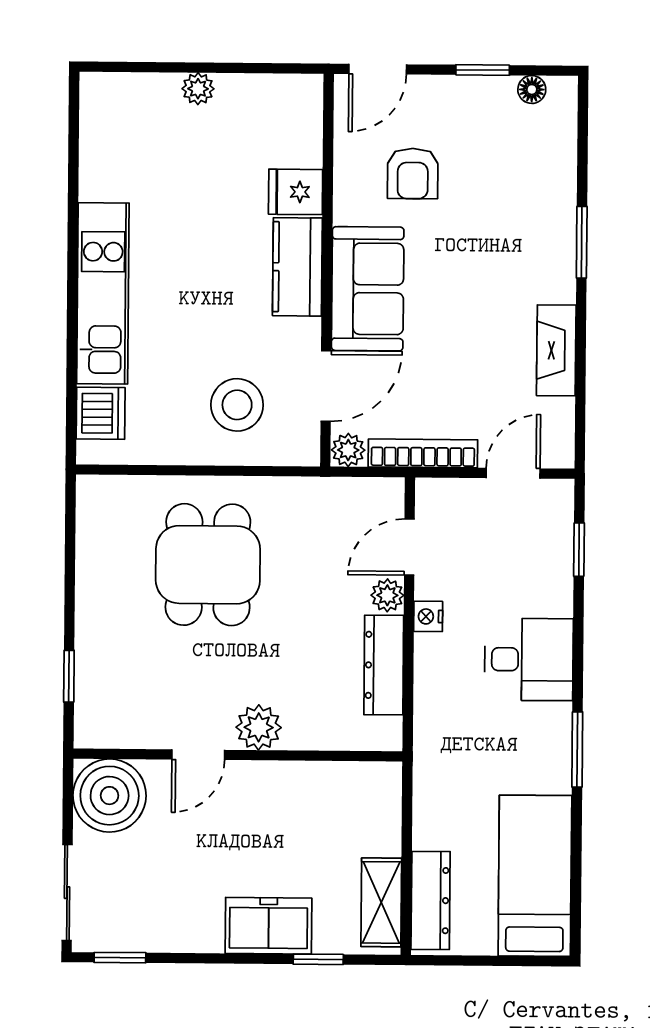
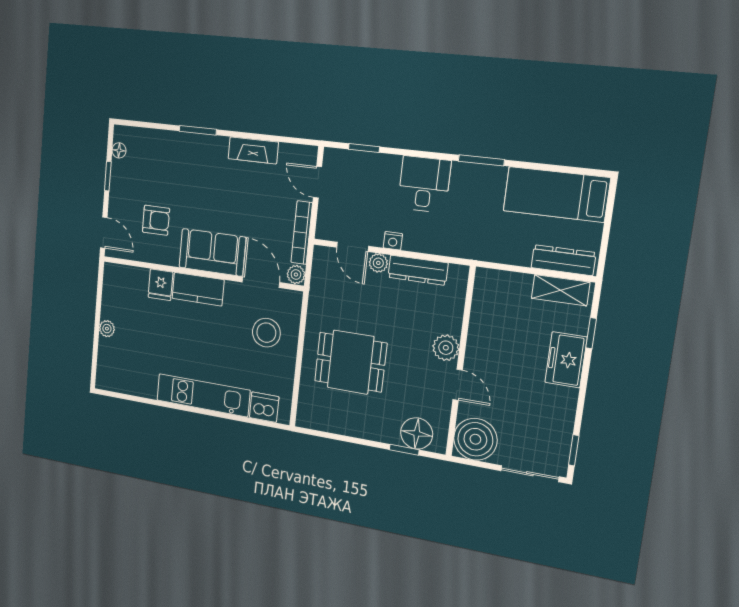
floor lamp: (102, 695) -> (417, 433), added

